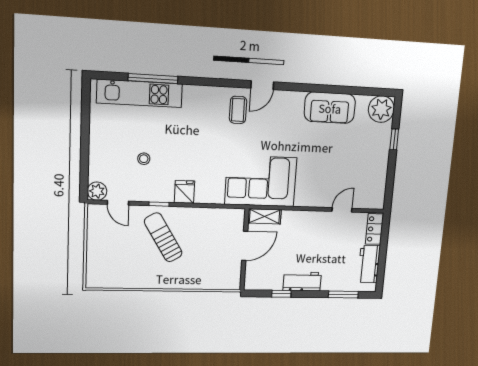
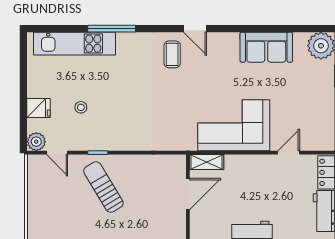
window: (153, 79) -> (112, 29), moved
door: (262, 85) -> (195, 29), hinge flipped
corner sofa: (261, 181) -> (234, 125), moved
fridge: (184, 192) -> (38, 108), moved, turned 90

